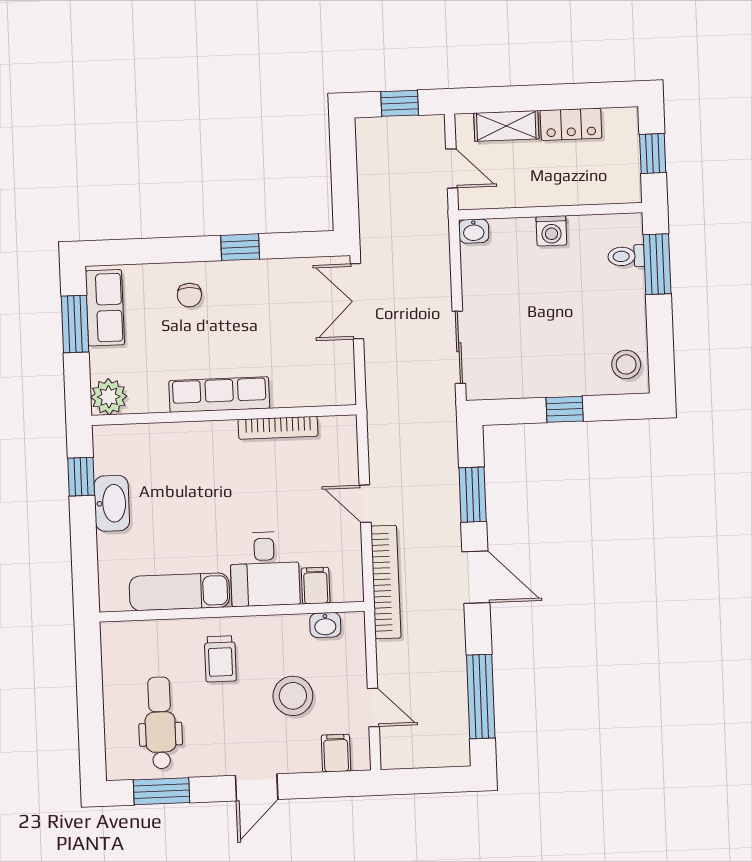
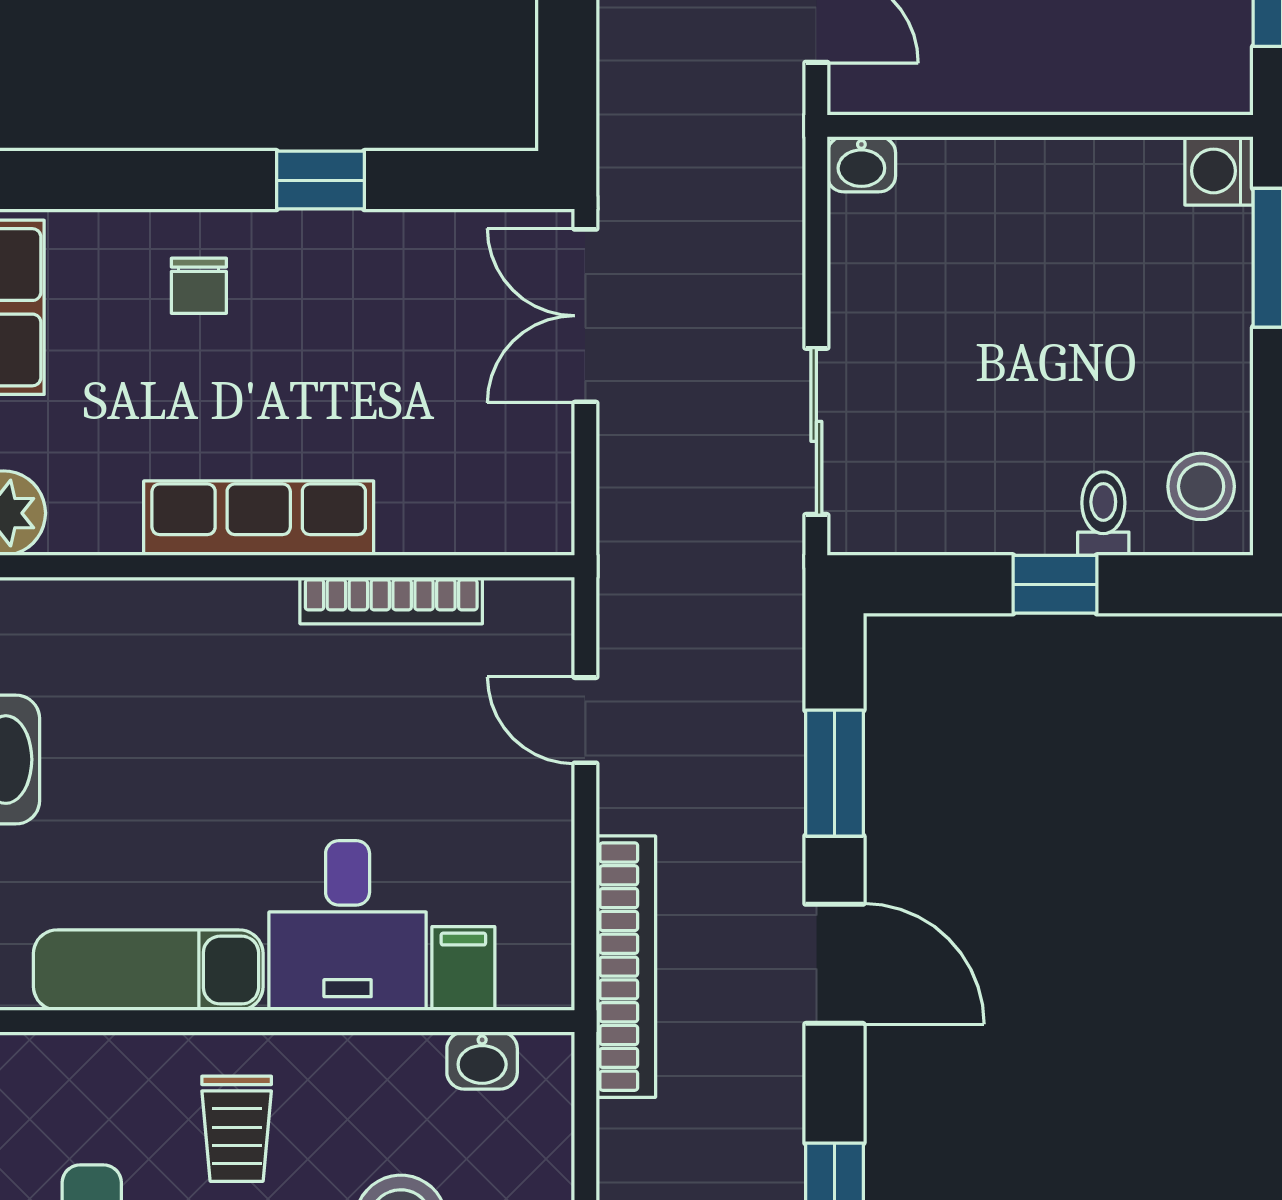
washing machine: (551, 231) -> (1219, 171), moved, turned 90
toilet: (626, 256) -> (1103, 514), moved, turned 90
door: (365, 504) -> (585, 720), moved

